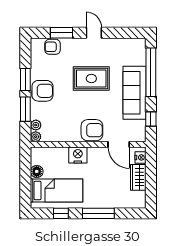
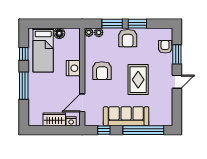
armchair: (92, 130) -> (102, 71), moved

